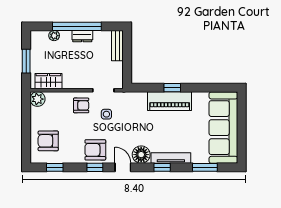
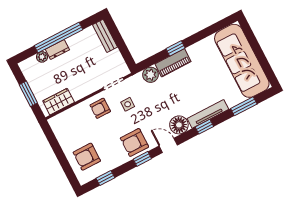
dresser: (82, 36) -> (57, 50), moved
plant: (38, 99) -> (151, 75), moved
piano: (170, 101) -> (173, 63), width x0.73, depth x0.75
armchair: (81, 105) -> (100, 108), turned 180

